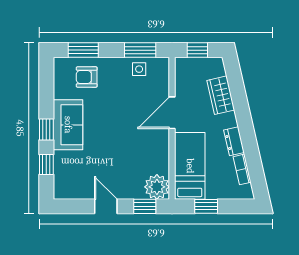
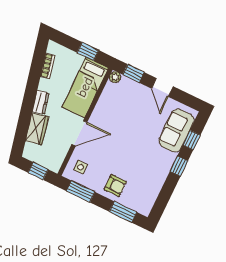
side table: (139, 69) -> (81, 167), moved
armchair: (87, 77) -> (115, 185), moved
sofa: (68, 125) -> (176, 130), moved
dresser: (234, 141) -> (41, 102), moved
plant: (157, 187) -> (115, 77), width x0.53, depth x0.53

